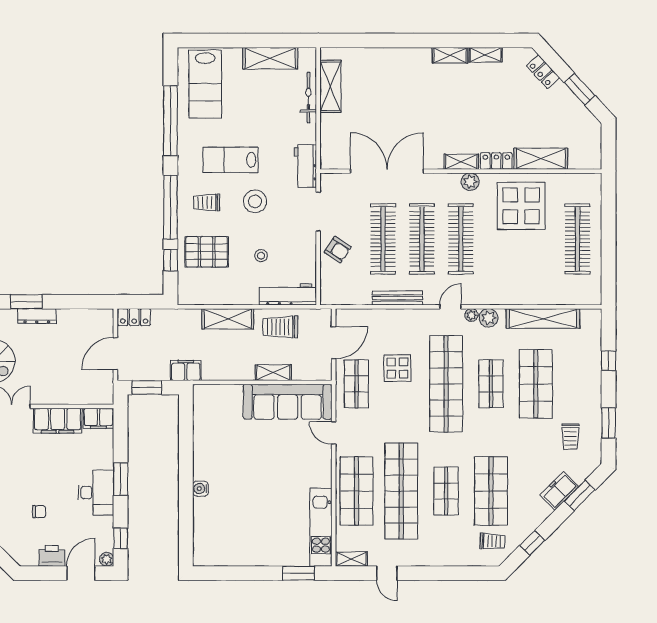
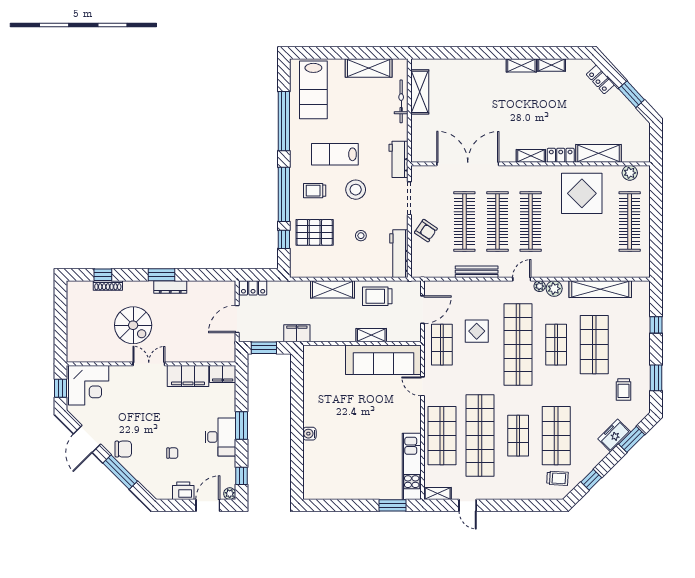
plant: (470, 182) -> (630, 173), moved
workbench: (288, 294) -> (399, 254), moved, turned -90

